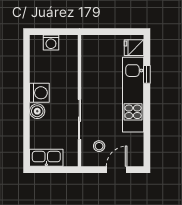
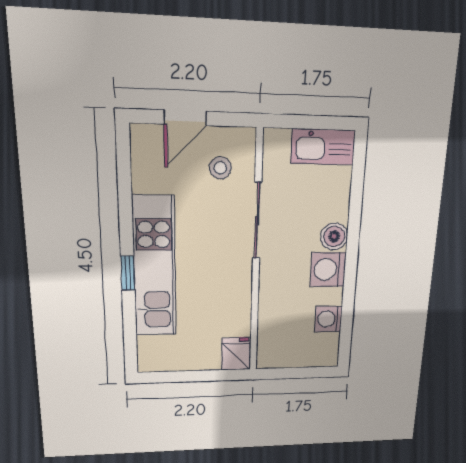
washing machine: (51, 43) -> (328, 319), moved, turned -90
fridge: (134, 48) -> (236, 354), moved, turned -90
window: (147, 74) -> (128, 273), moved

